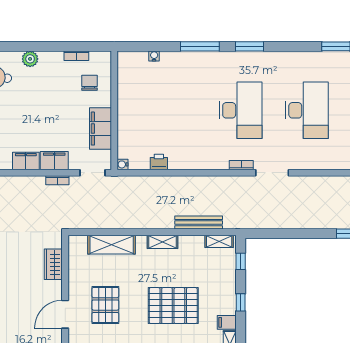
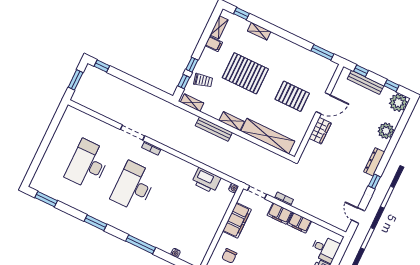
window: (250, 46) -> (95, 223), moved
printer: (159, 162) -> (206, 180), width x1.87, depth x1.48
bench: (199, 223) -> (214, 129), moved
shelving: (112, 245) -> (268, 136), width x1.47
wardrobe: (53, 264) -> (320, 131), moved
trolley: (219, 273) -> (203, 80), added
window: (241, 302) -> (192, 65), moved
pallet: (105, 305) -> (292, 96), turned 90

